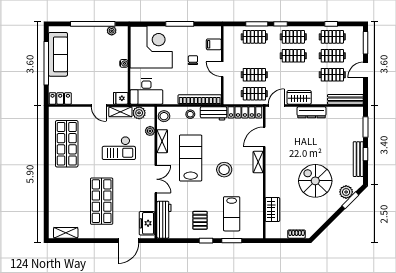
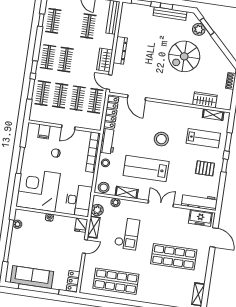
clothes rail: (332, 56) -> (60, 96), moved
shelving: (258, 162) -> (213, 115), moved

